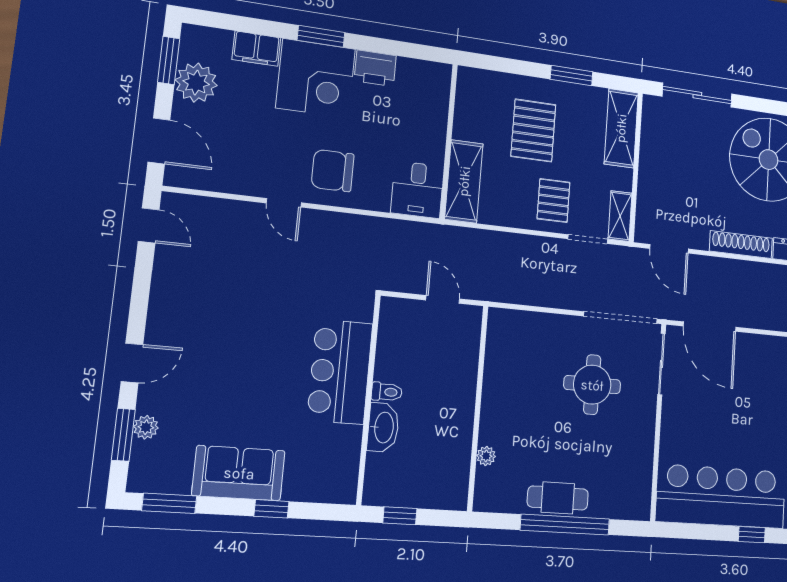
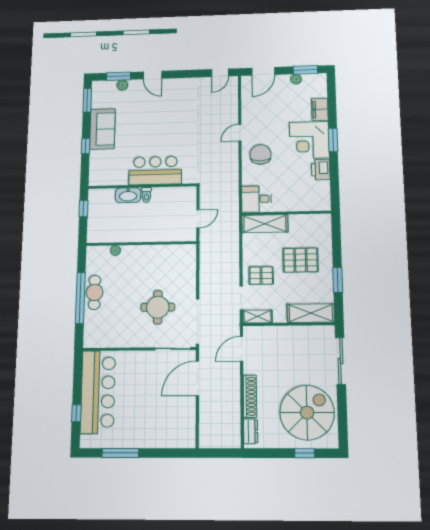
plant: (196, 83) -> (296, 79), width x0.53, depth x0.53

